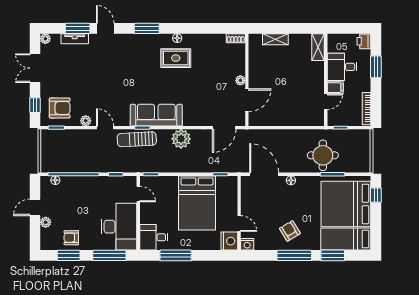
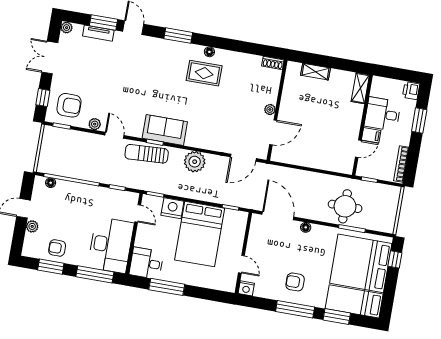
sofa: (156, 115) -> (165, 130), width x0.73
armchair: (290, 231) -> (295, 282), turned -59
nightstand: (229, 241) -> (172, 208), moved, turned -90

